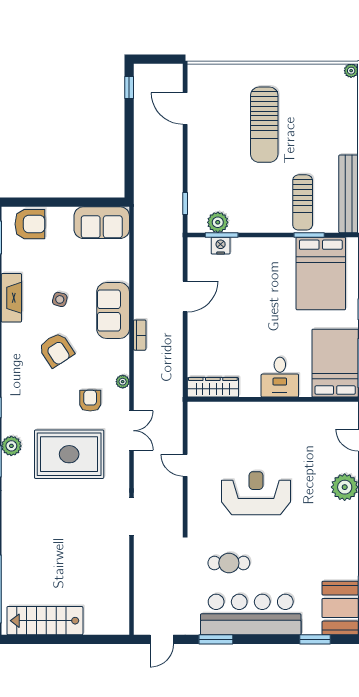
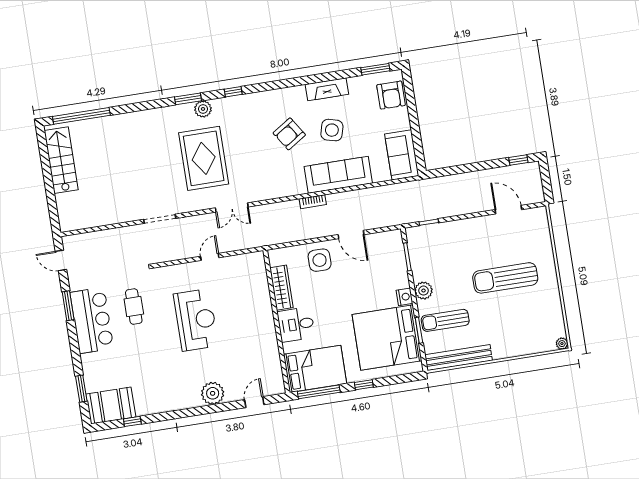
door: (185, 108) -> (508, 210), hinge flipped
plant: (218, 222) -> (424, 291), moved
nightstand: (221, 246) -> (404, 297), moved
bed: (321, 273) -> (387, 338), width x1.36
side table: (60, 299) -> (332, 130), width x1.87, depth x1.87
sofa: (113, 310) -> (338, 175), width x1.36
side table: (209, 338) -> (320, 260), added
plant: (123, 382) -> (271, 194), removed
wardrobe: (213, 387) -> (282, 288), moved
armchair: (90, 401) -> (251, 169), removed
bar counter: (251, 615) -> (92, 320), width x0.73

